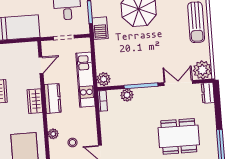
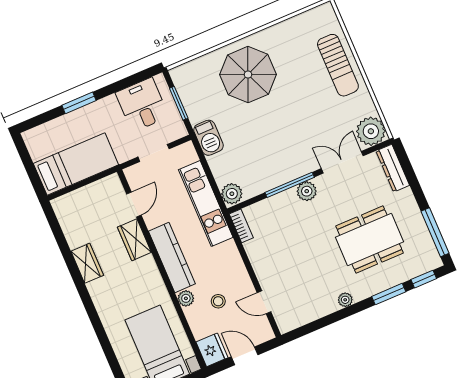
barbecue: (100, 28) -> (208, 138), moved
dresser: (208, 93) -> (393, 168), width x1.44
plant: (127, 95) -> (307, 191), moved
kitchen counter: (53, 98) -> (172, 257), width x1.50
wardrobe: (35, 101) -> (134, 240), moved

